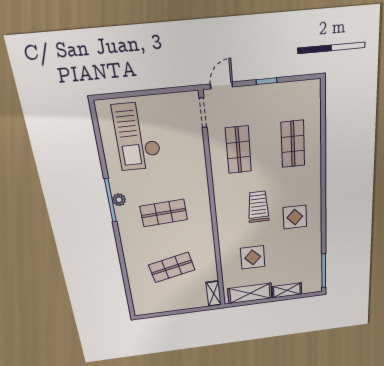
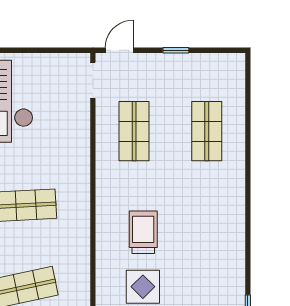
trolley: (258, 207) -> (143, 232), moved
display table: (295, 217) -> (207, 233), removed

